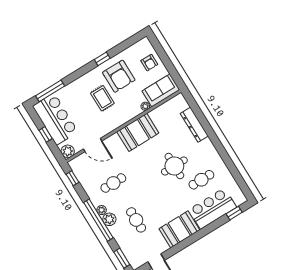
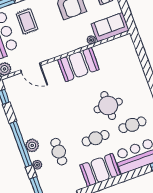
rug: (102, 98) -> (27, 21), moved
dresser: (194, 125) -> (136, 68), removed
cafe table: (113, 183) -> (96, 138), moved
plant: (102, 210) -> (37, 165), moved

